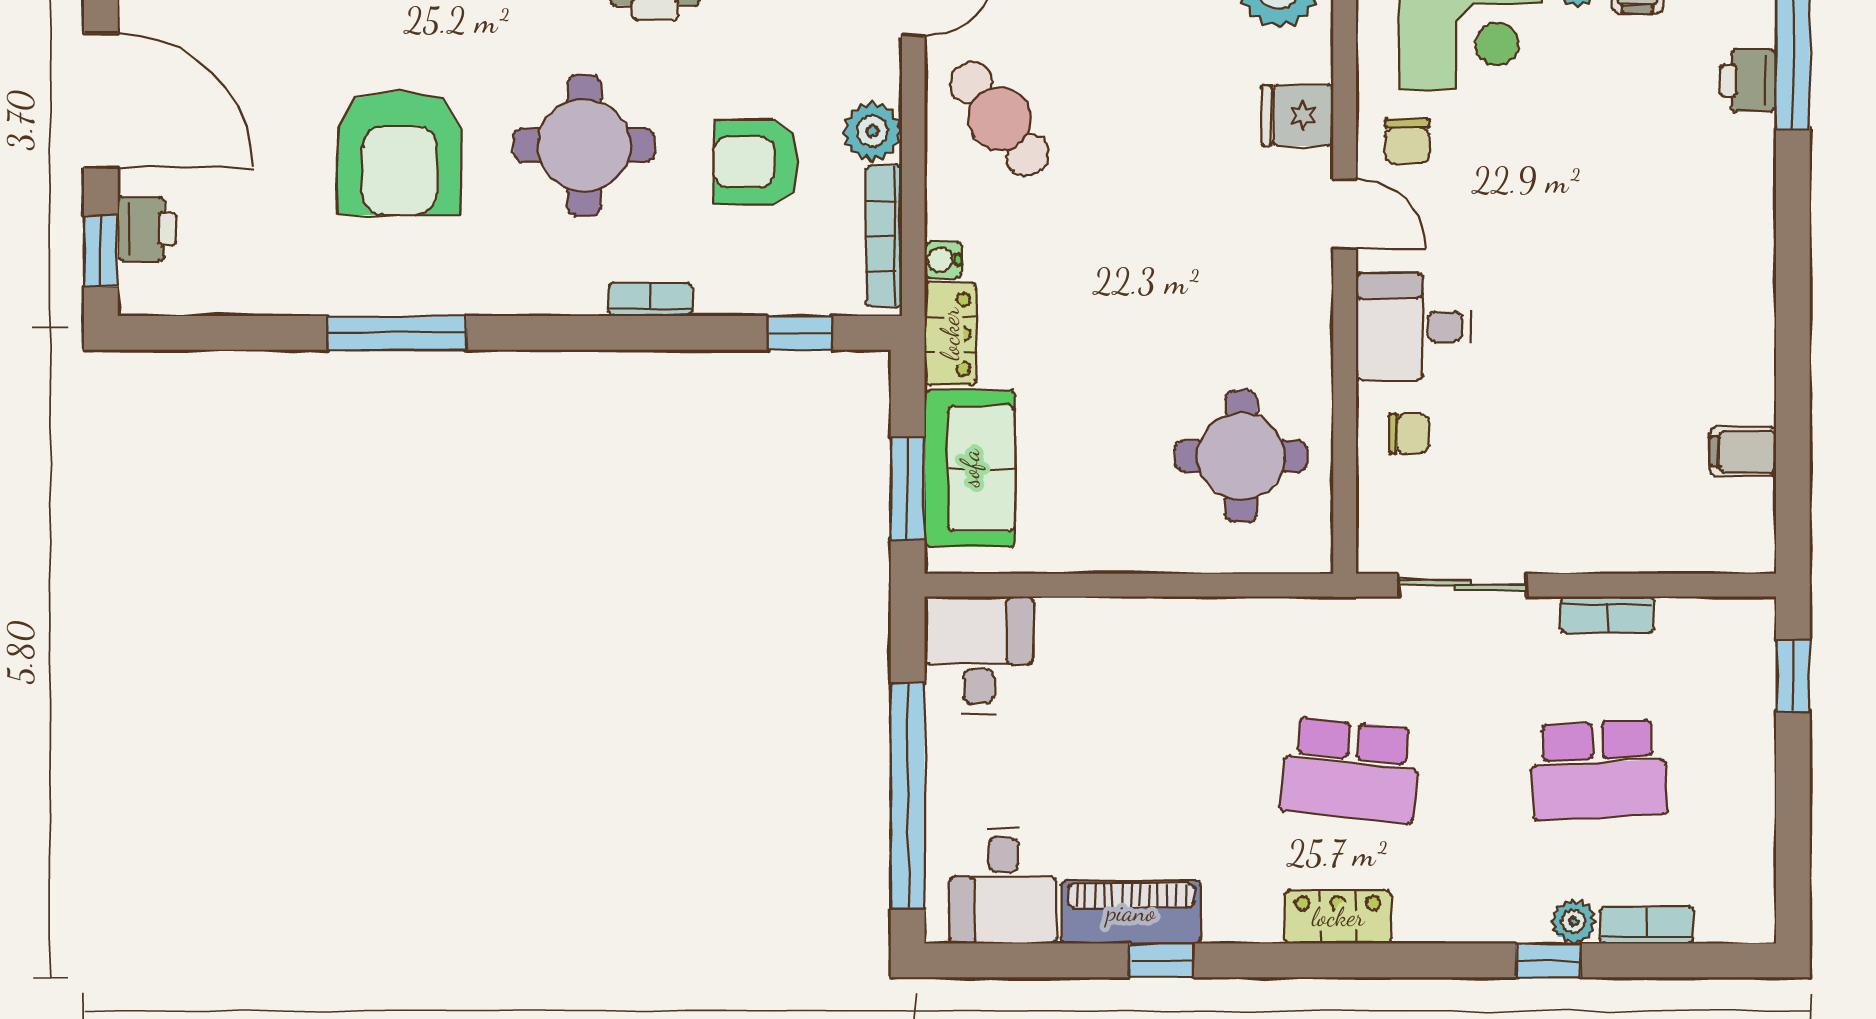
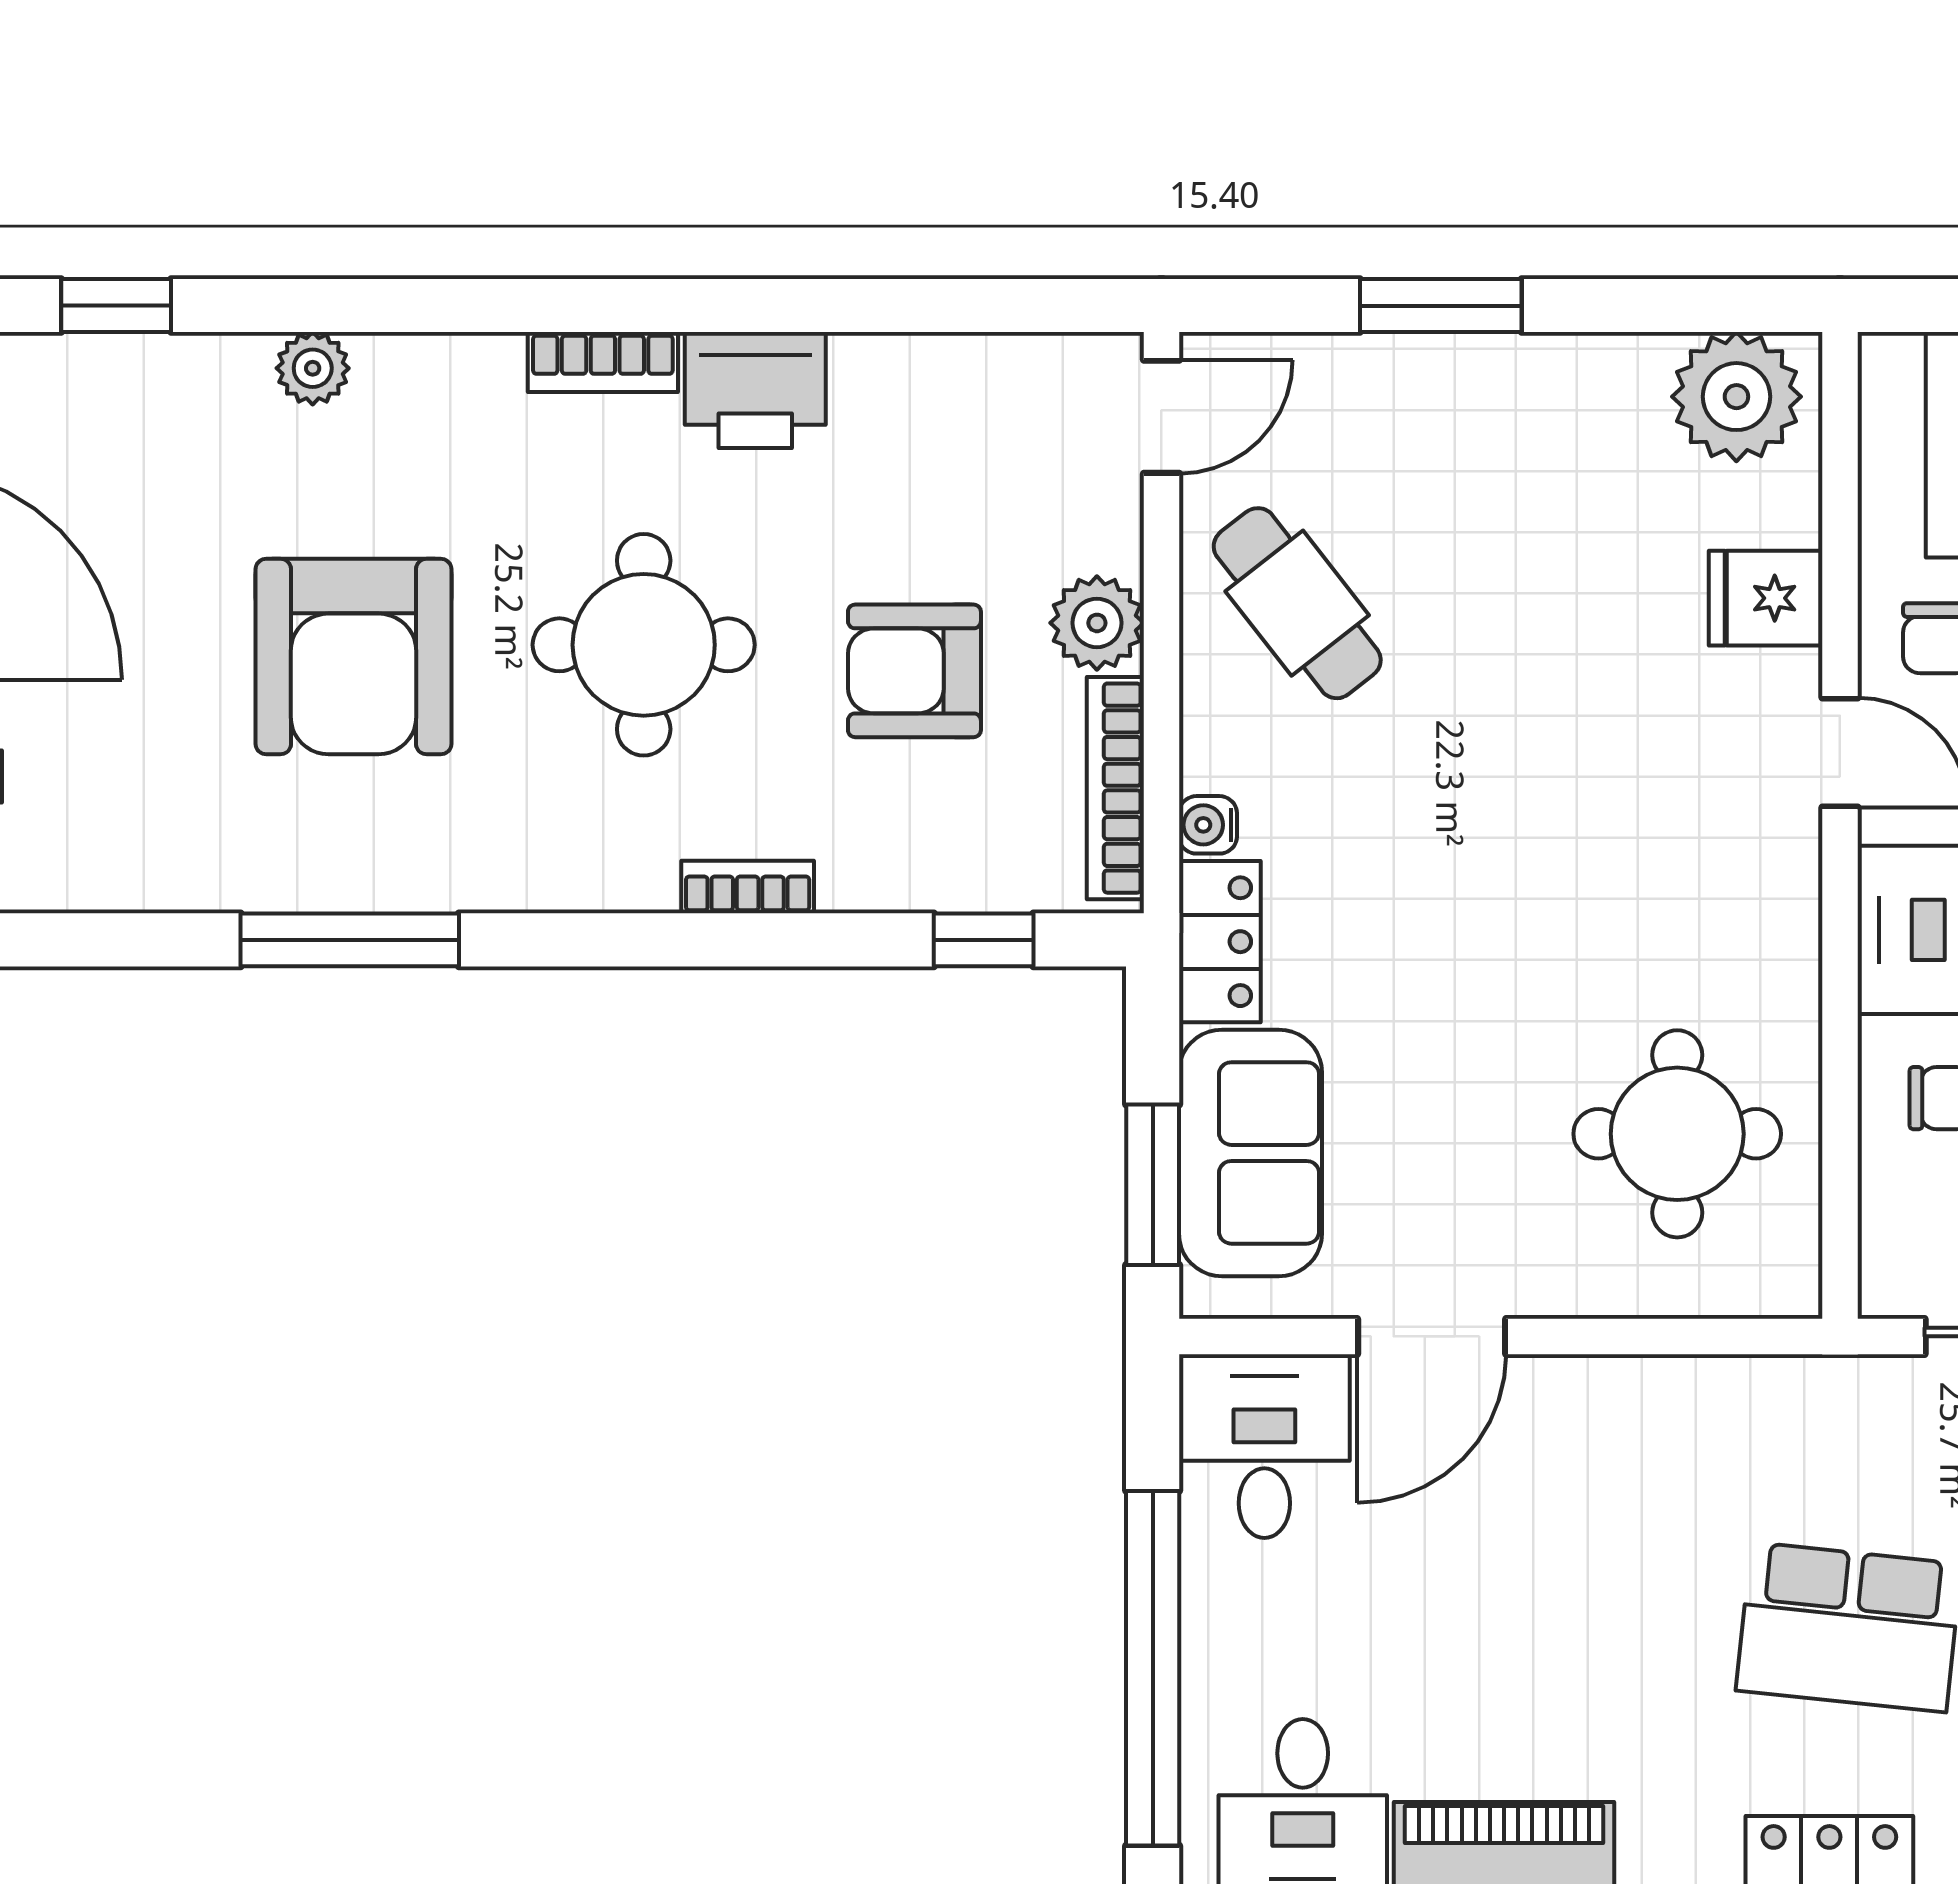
door: (1085, 585) -> (1432, 1336), added

